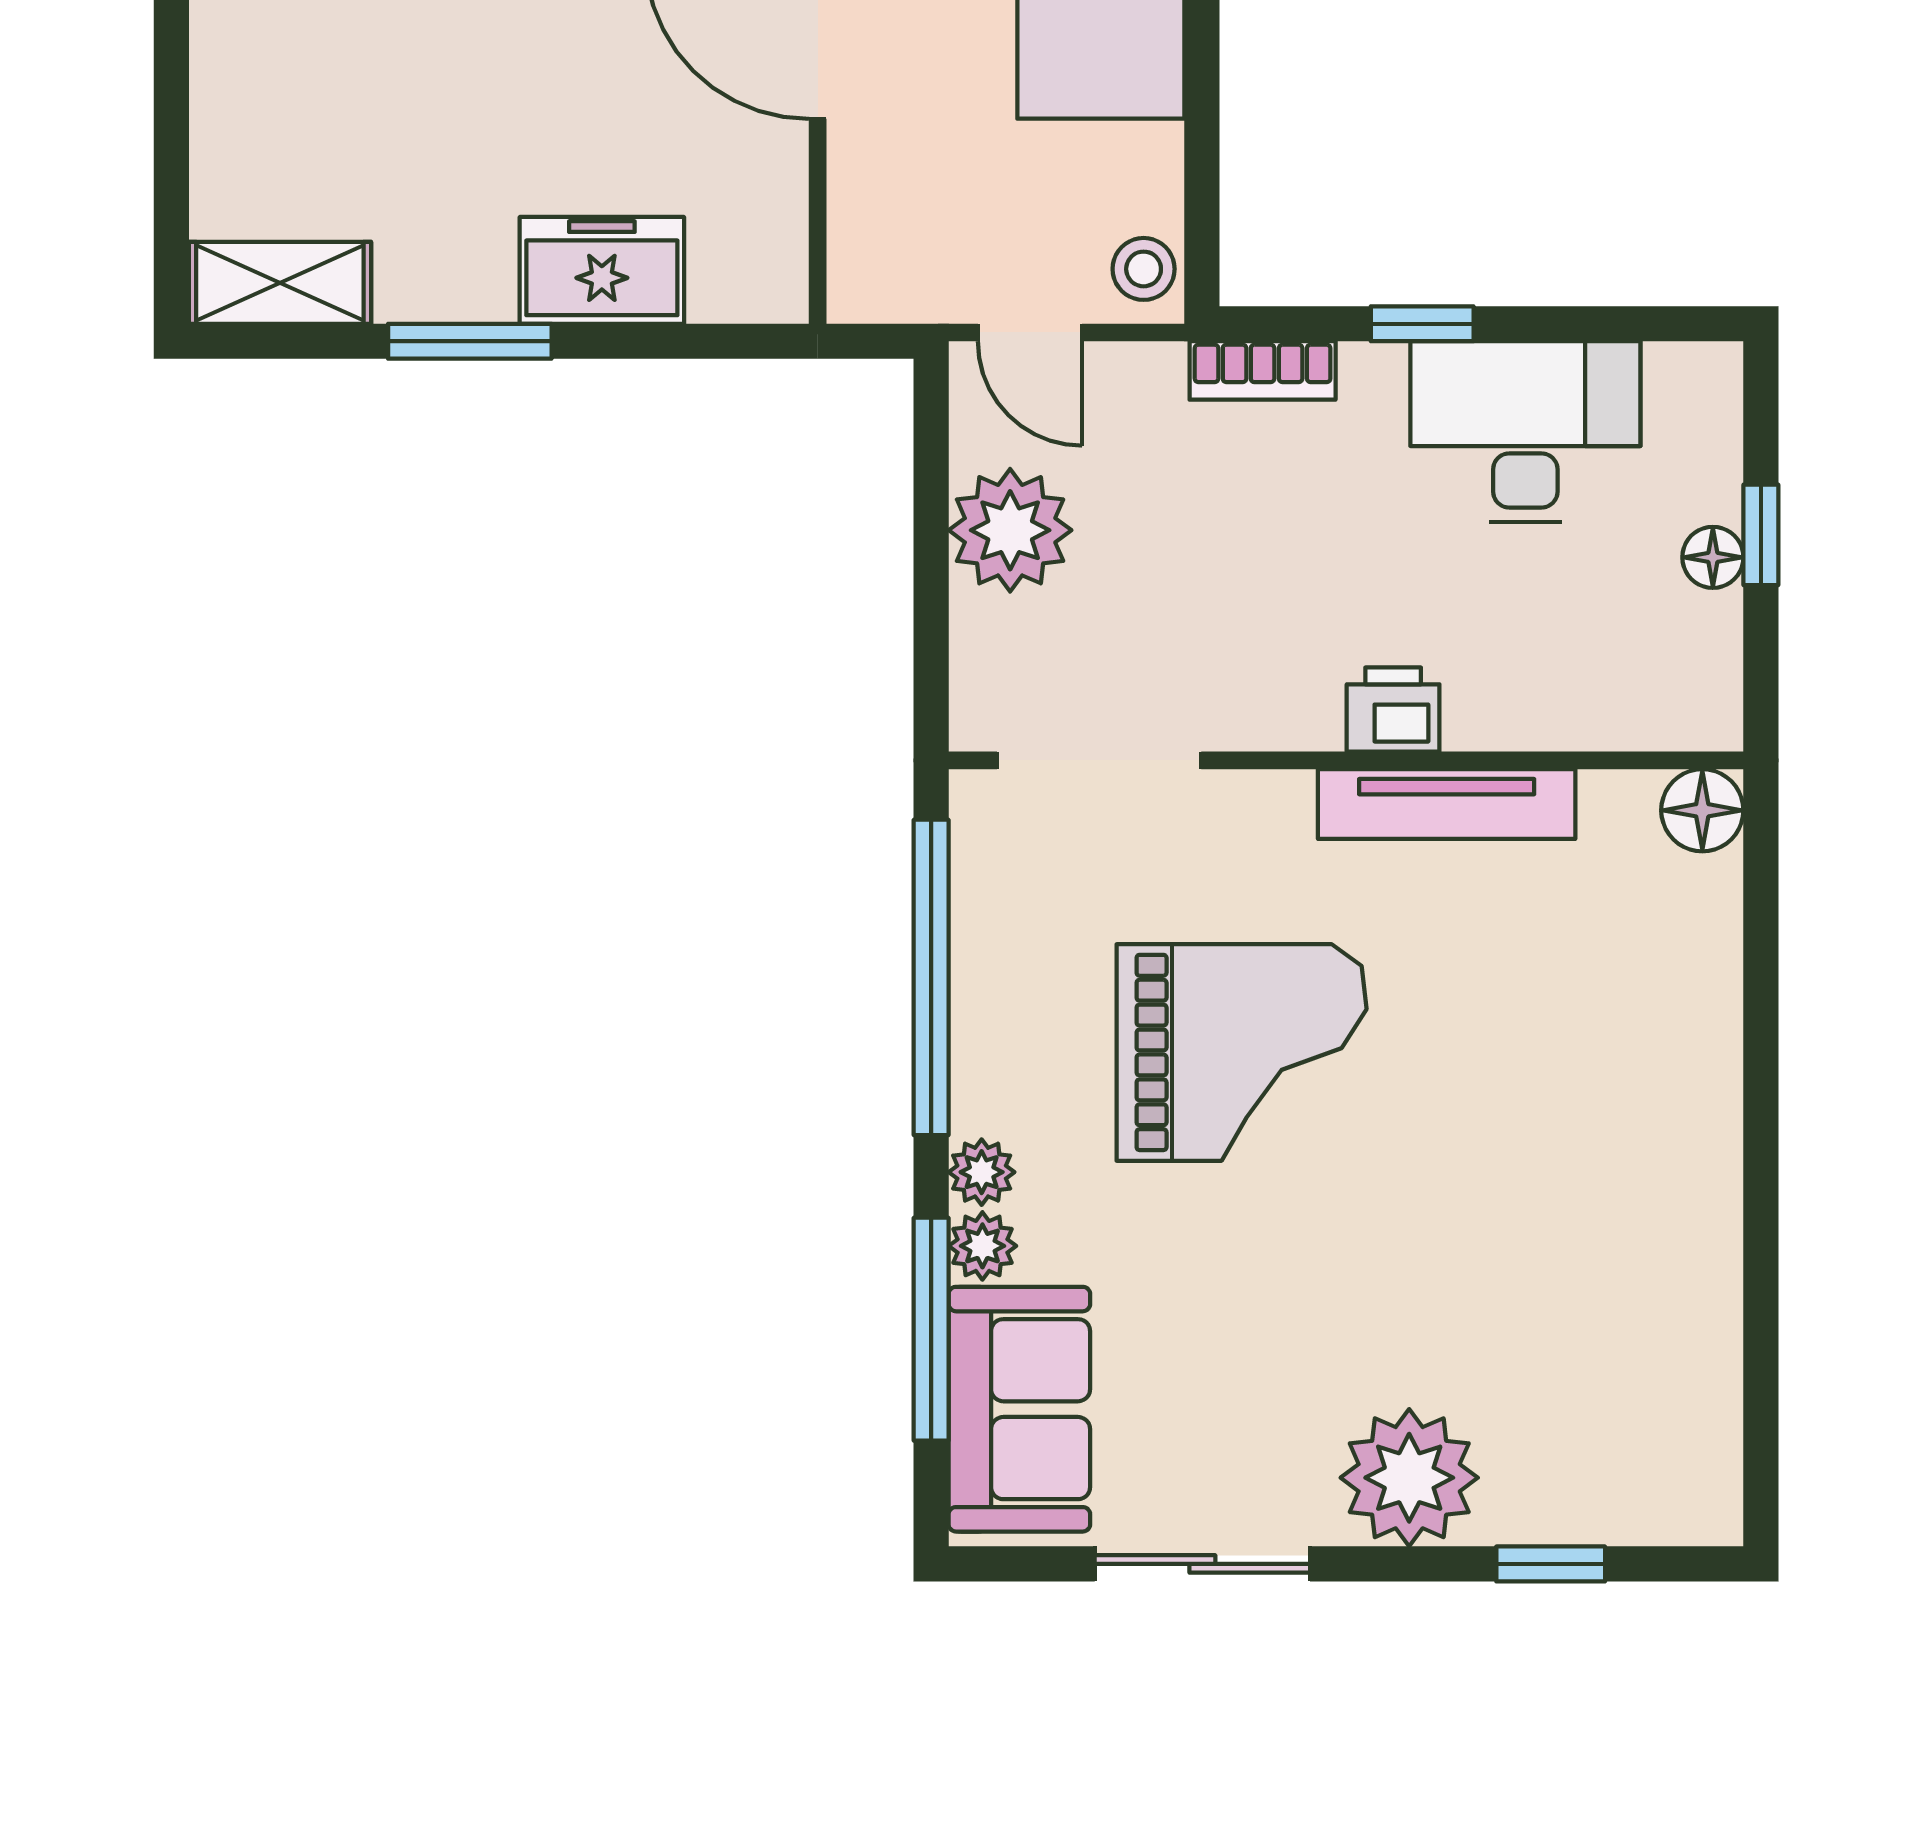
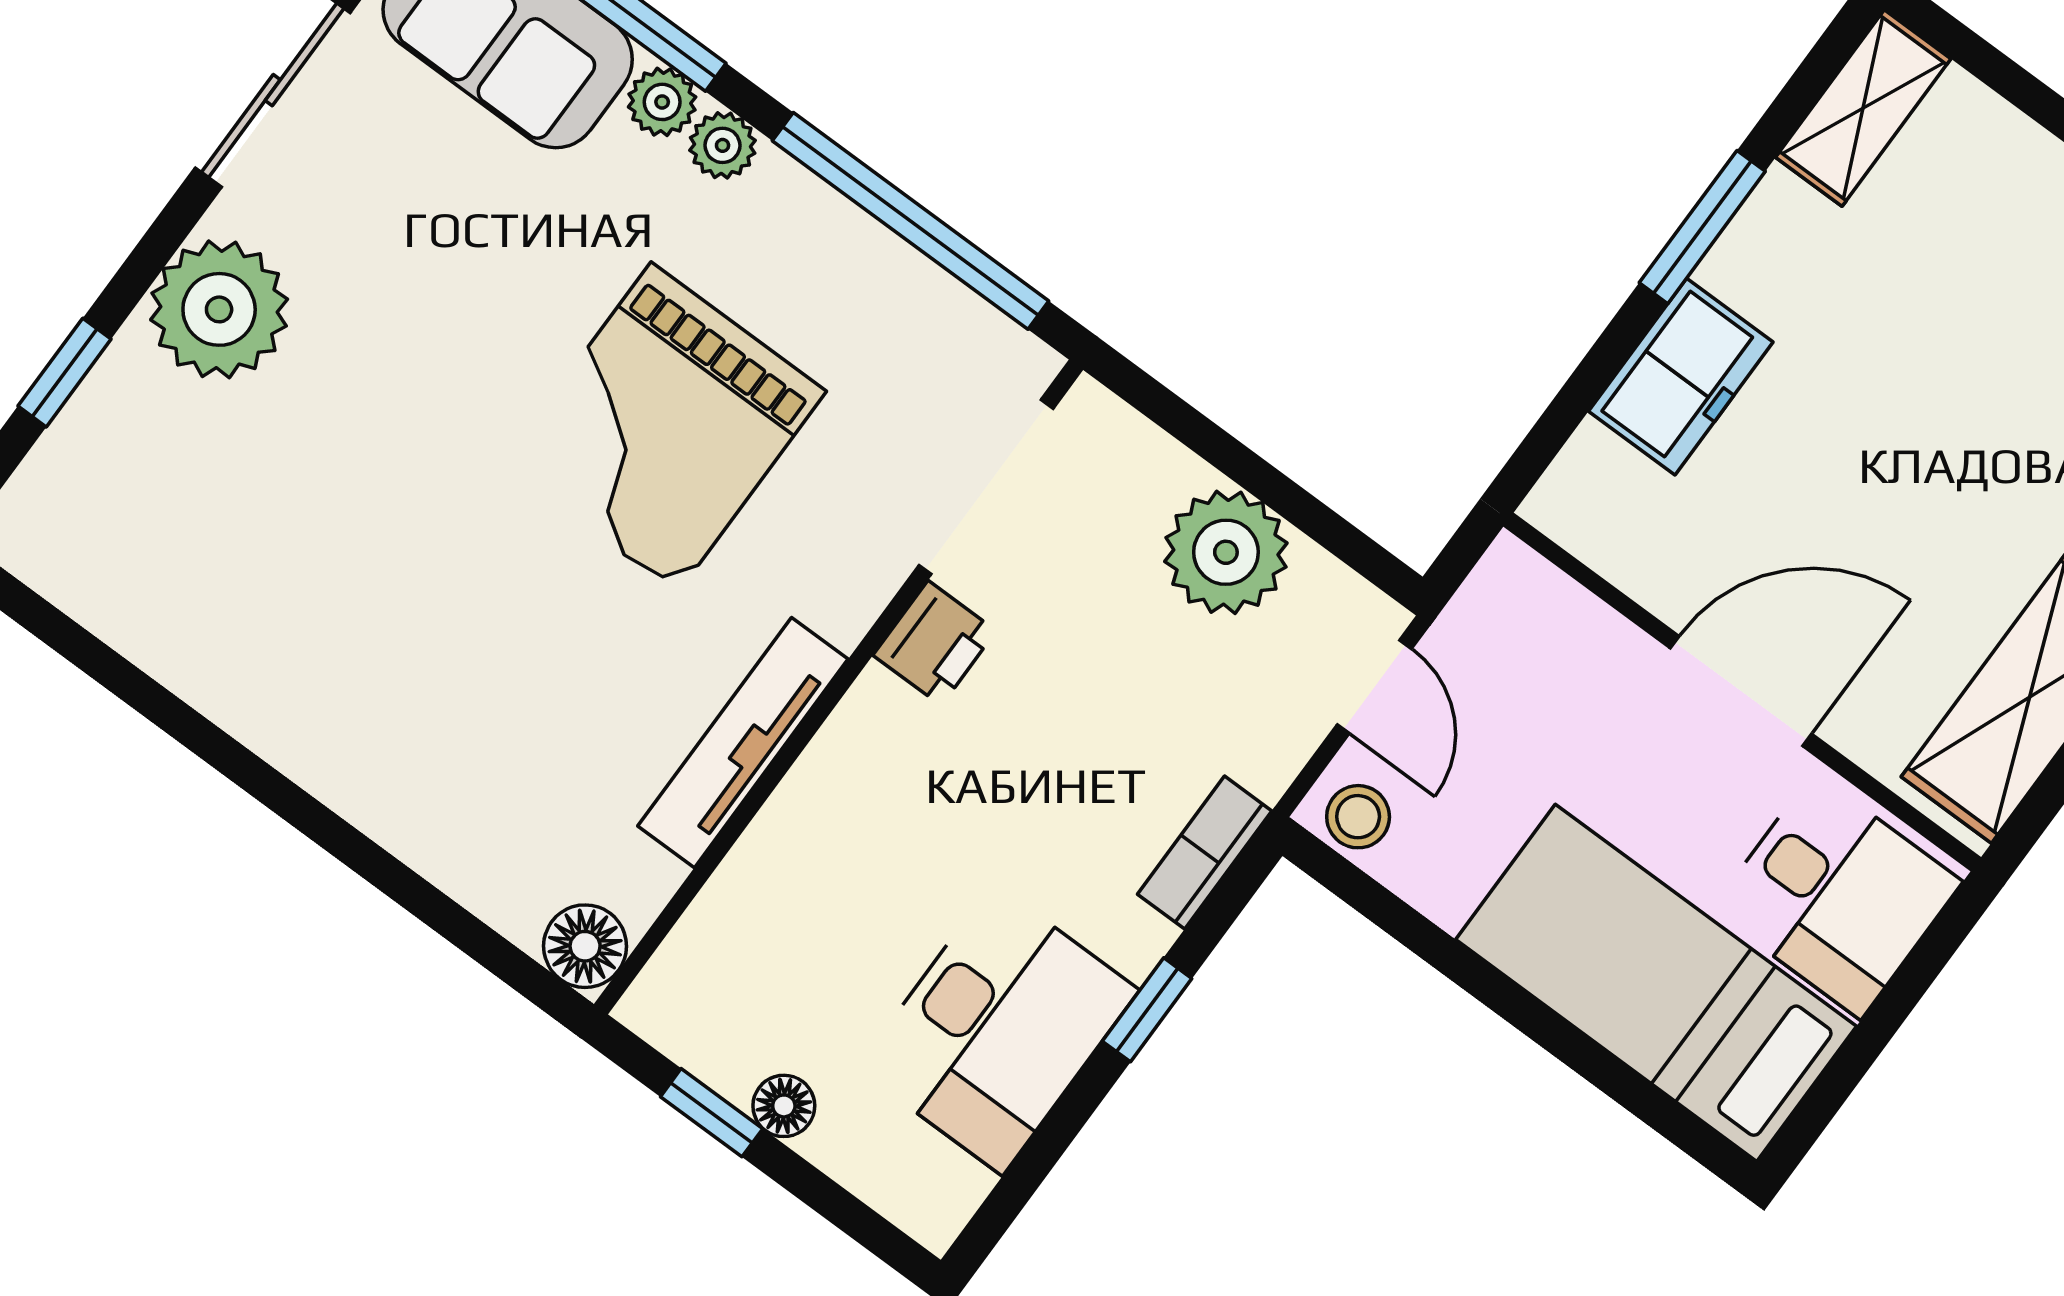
door: (1030, 332) -> (1374, 687), swing flipped
window: (1761, 535) -> (712, 1113), moved
printer: (1393, 710) -> (935, 643), moved

